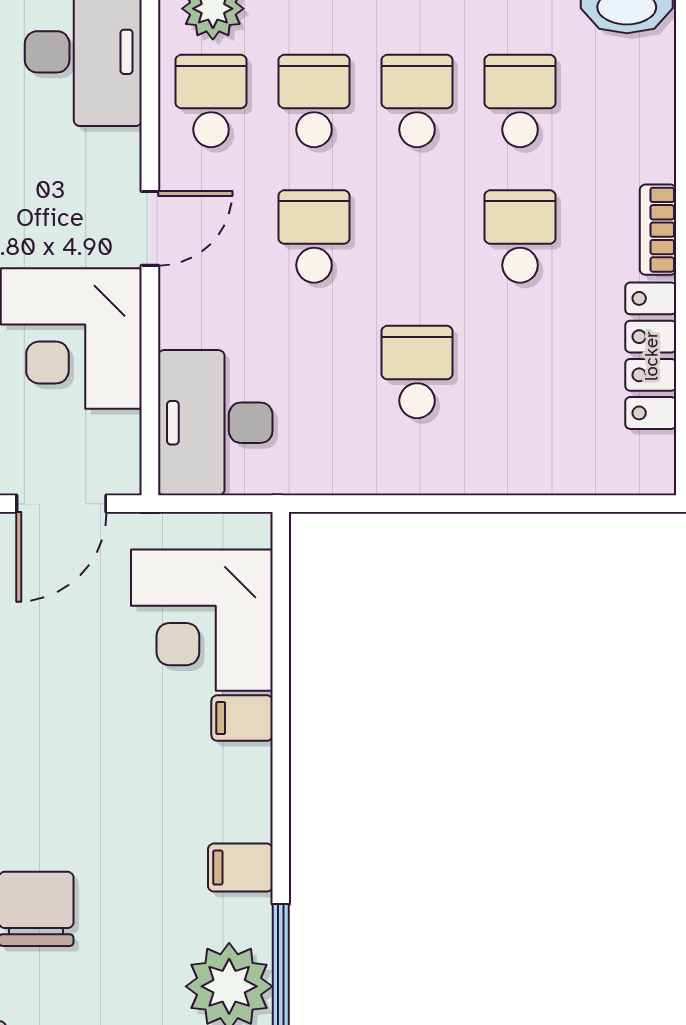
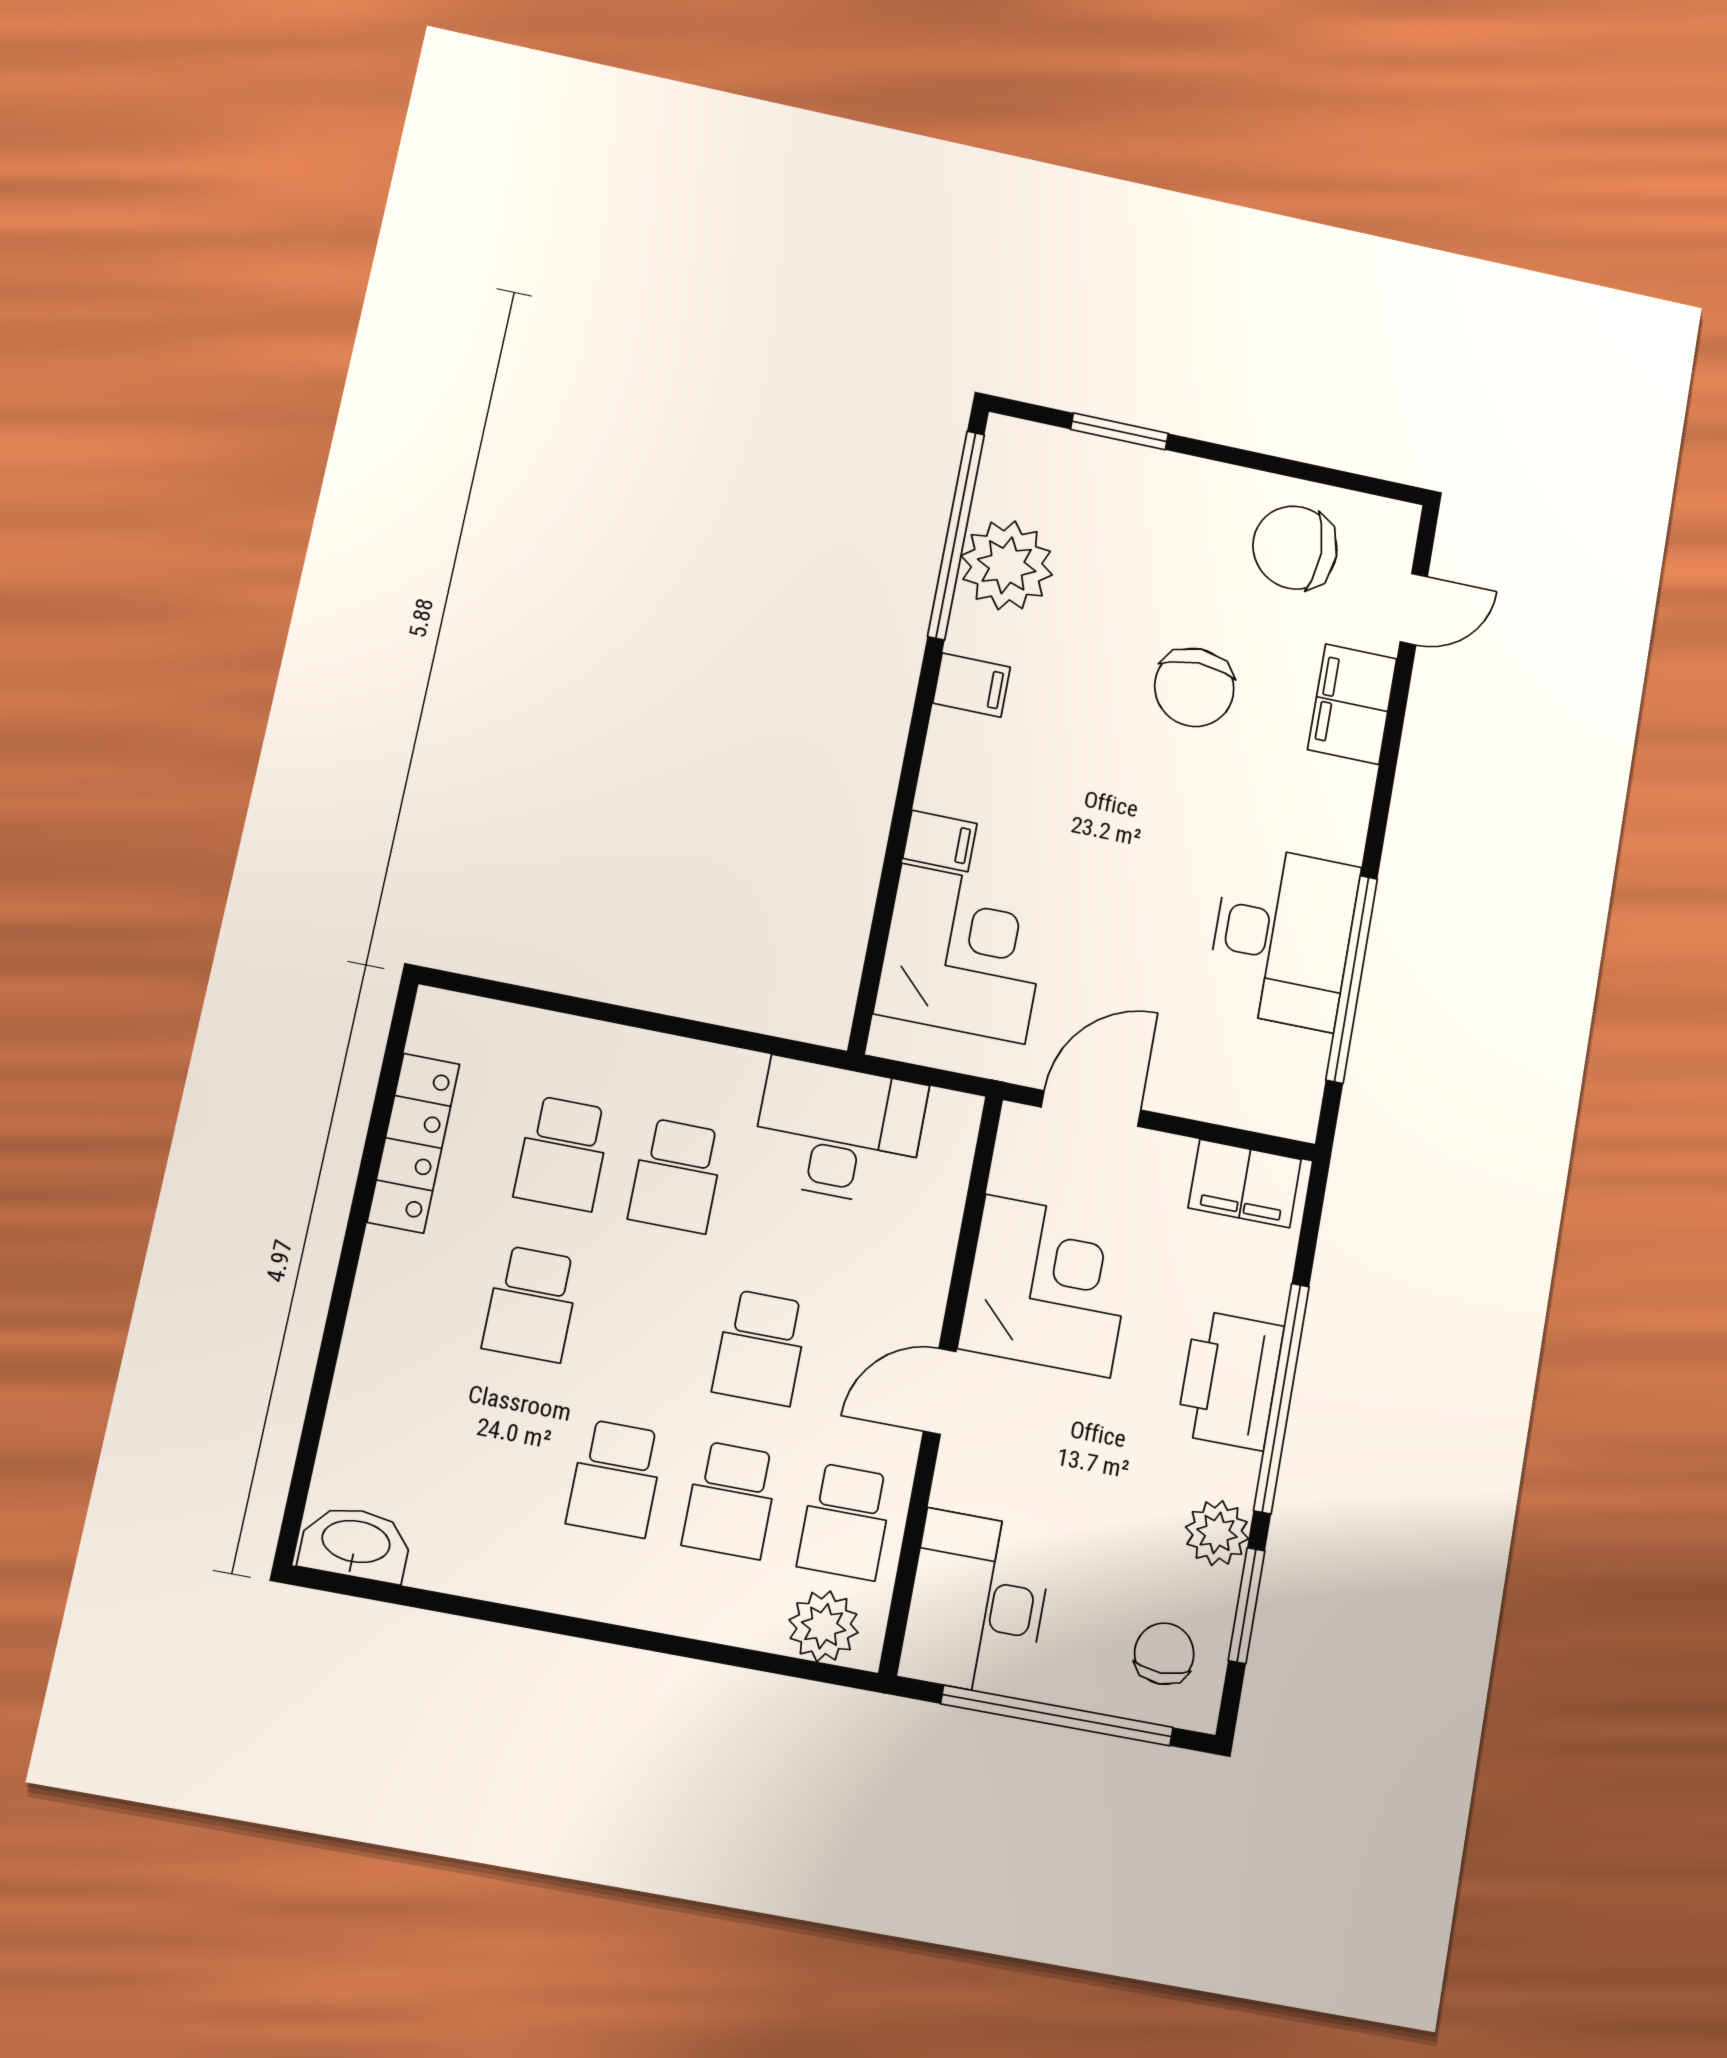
school desk: (520, 101) -> (563, 1153), moved
bookcase: (658, 230) -> (375, 1282), removed
desk: (215, 423) -> (839, 1132), moved, turned -90

